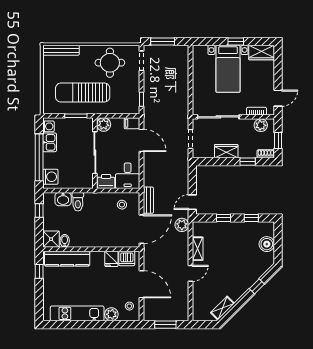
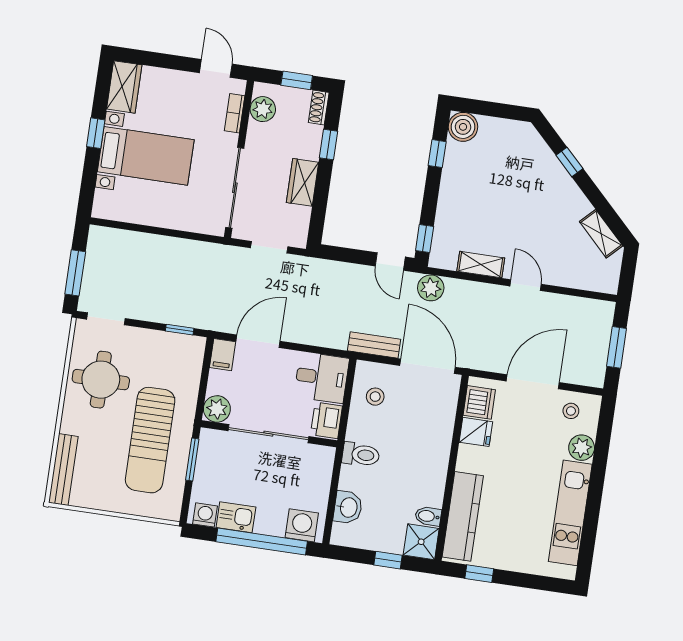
toilet: (78, 202) -> (361, 455), moved
window: (39, 210) -> (388, 560), moved
window: (224, 218) -> (425, 239), moved
boiler: (267, 244) -> (463, 127), moved

